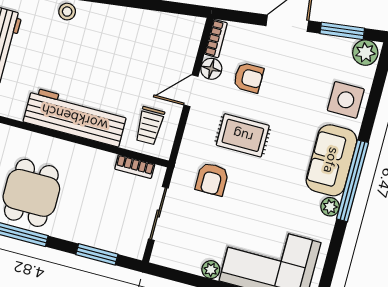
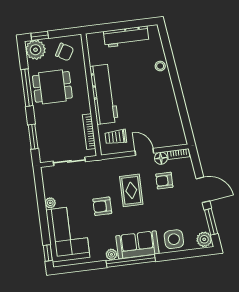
armchair: (248, 78) -> (164, 181), turned 90
bookcase: (135, 167) -> (89, 132), width x1.56
armchair: (212, 179) -> (102, 206), moved

